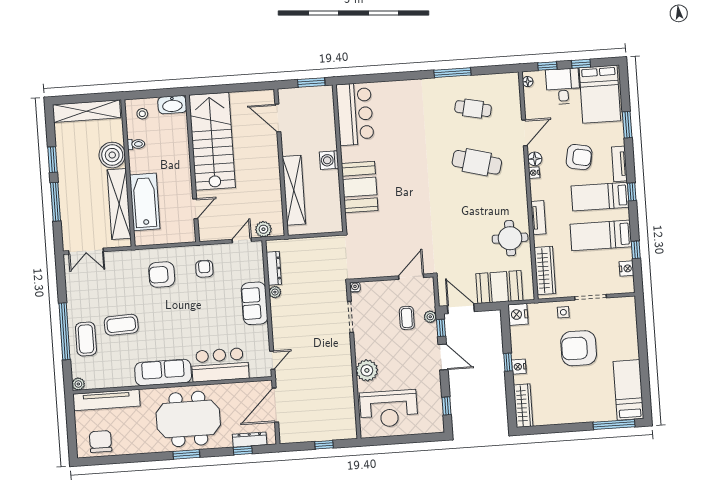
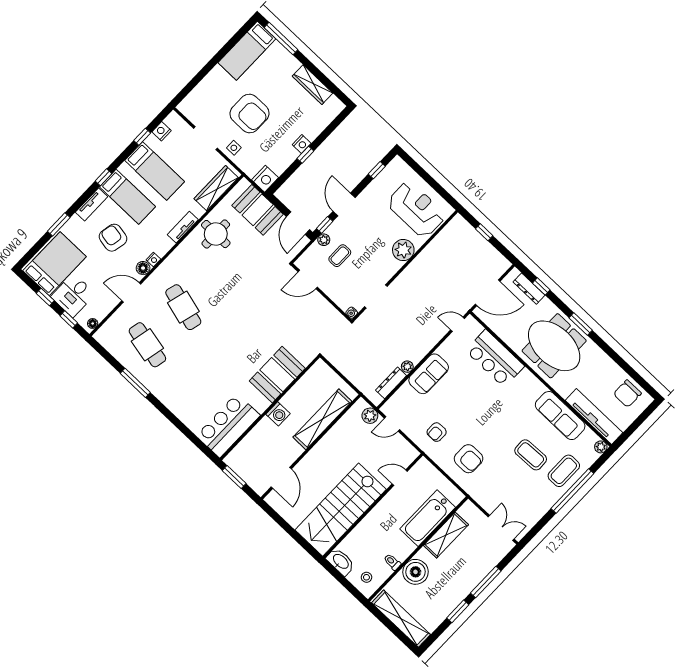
cafe table: (473, 109) -> (147, 345), width x1.37, depth x1.35
shelving: (119, 204) -> (446, 535), width x0.68
sofa: (163, 373) -> (560, 416), moved
wardrobe: (523, 406) -> (313, 85), moved, turned -90

